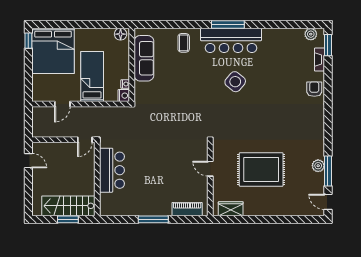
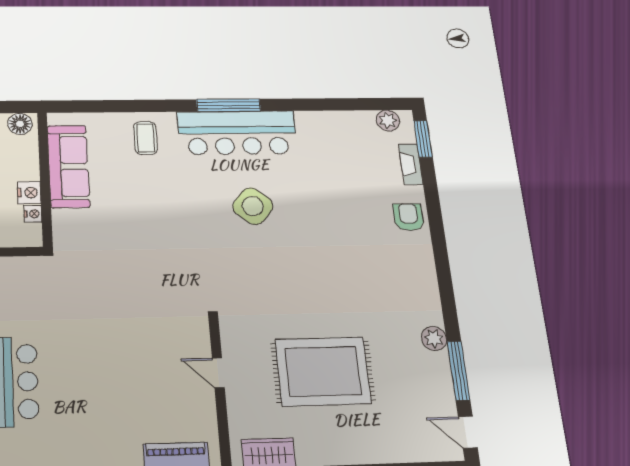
nightstand: (124, 96) -> (29, 193), moved
plant: (318, 166) -> (434, 338), moved

